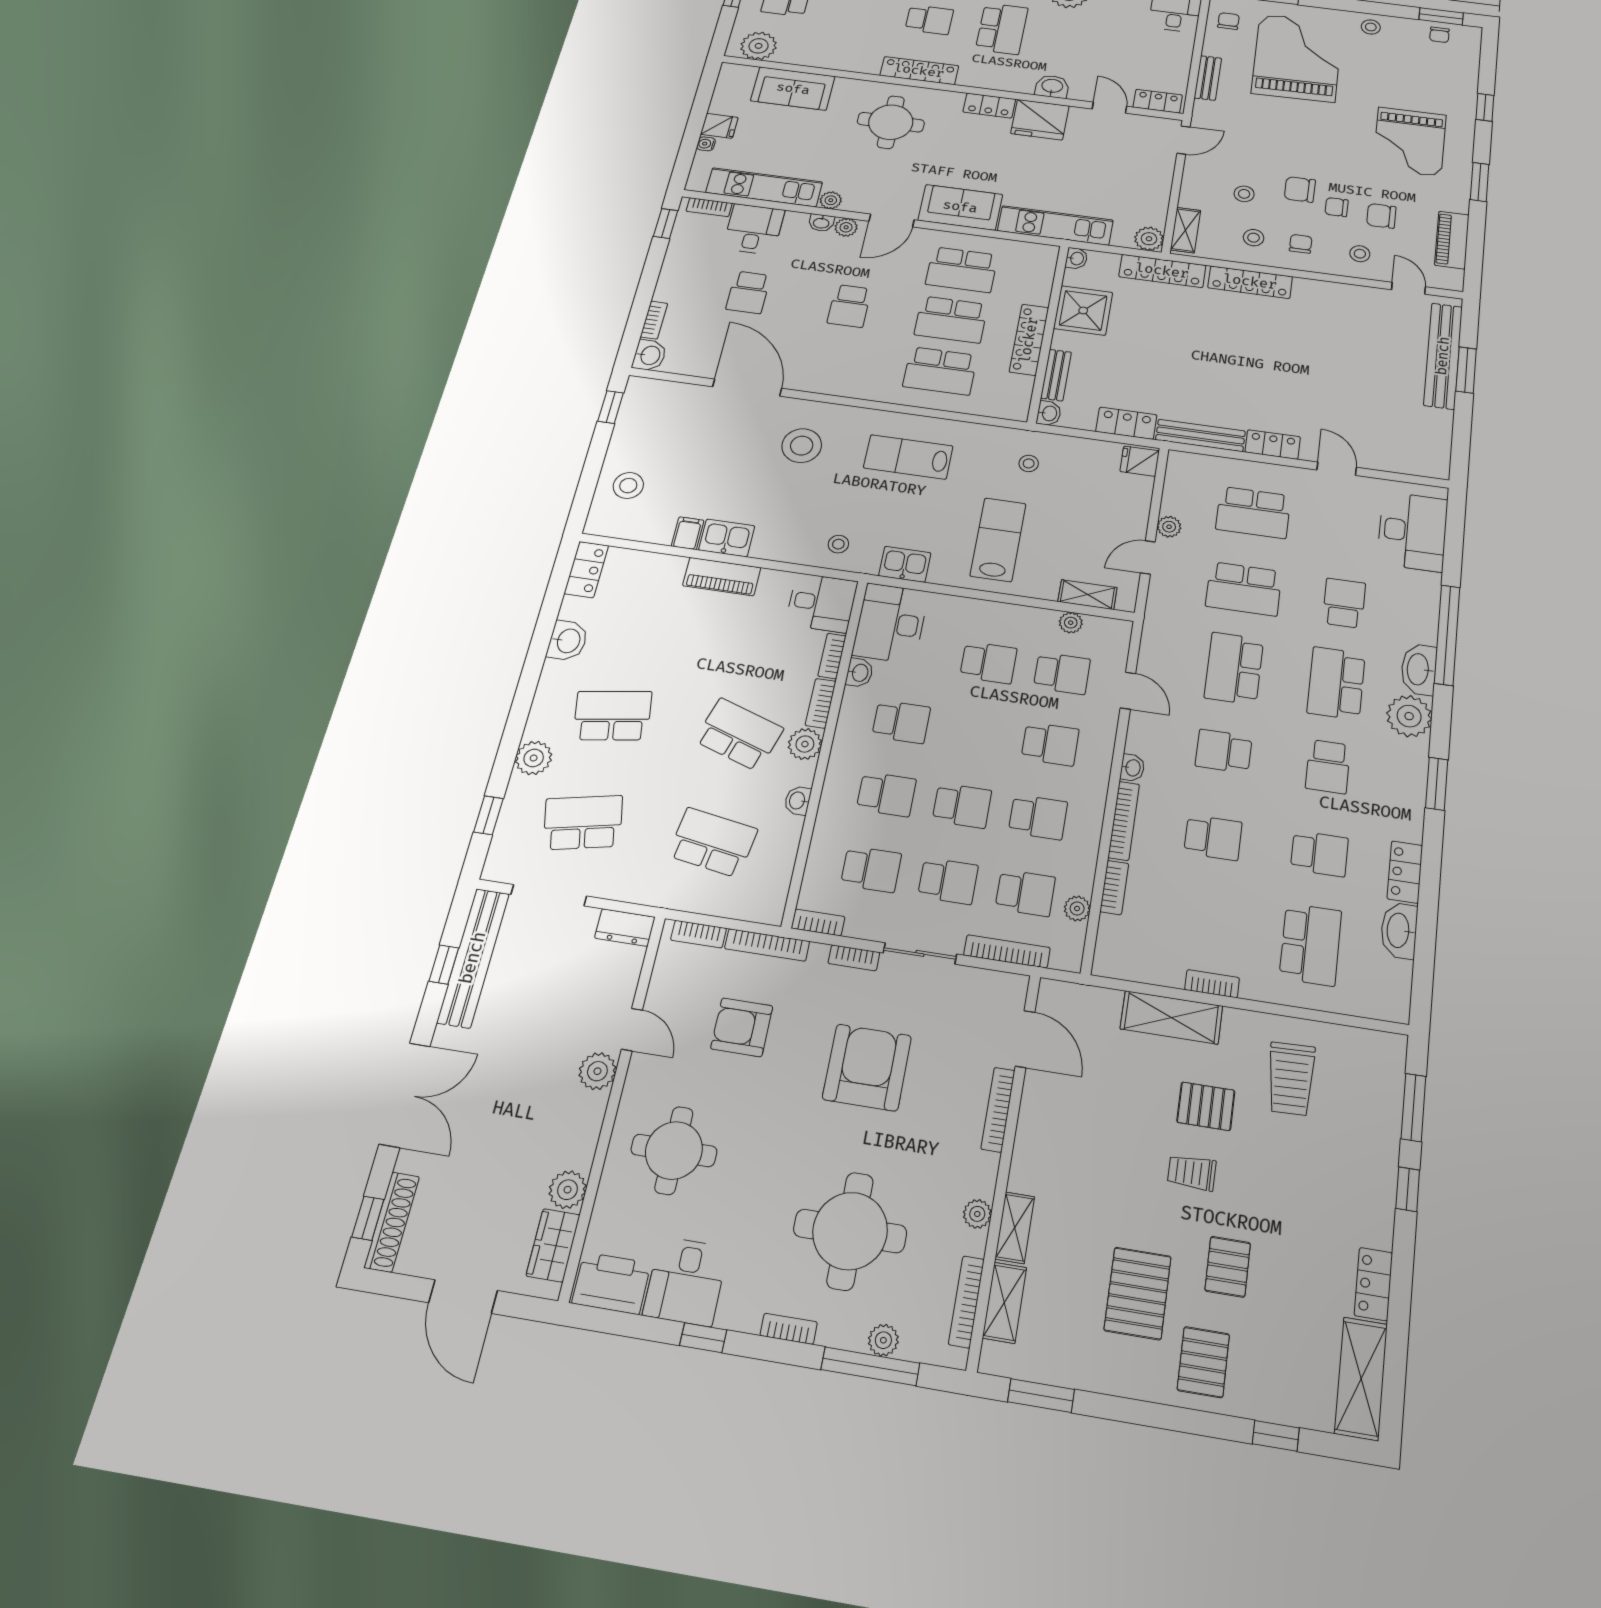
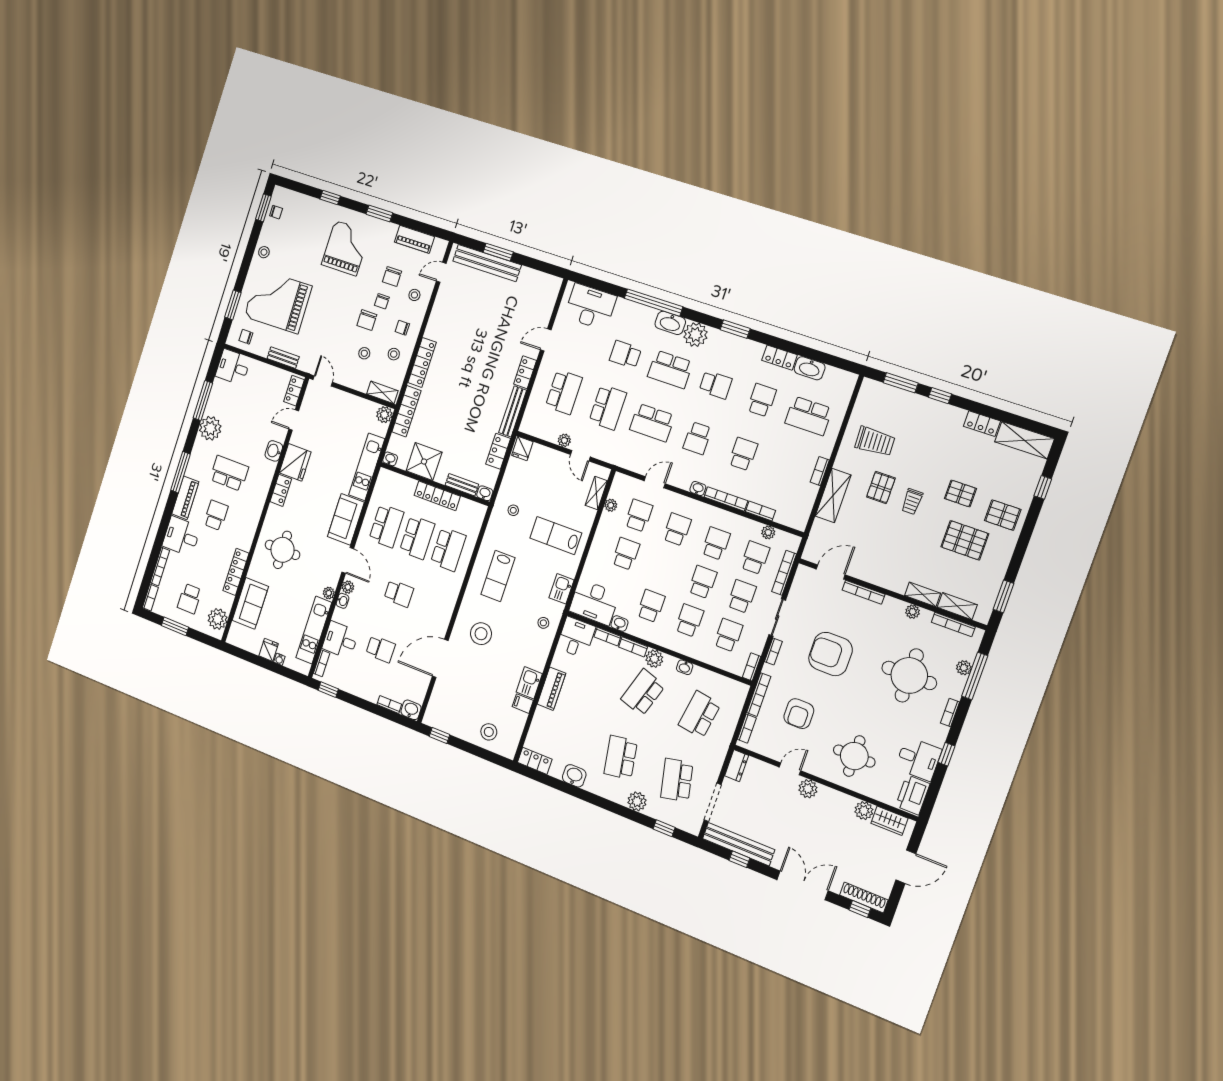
locker: (919, 71) -> (236, 572), moved
grand piano: (1410, 142) -> (346, 248), turned -90
school desk: (1310, 944) -> (809, 416), turned 180

